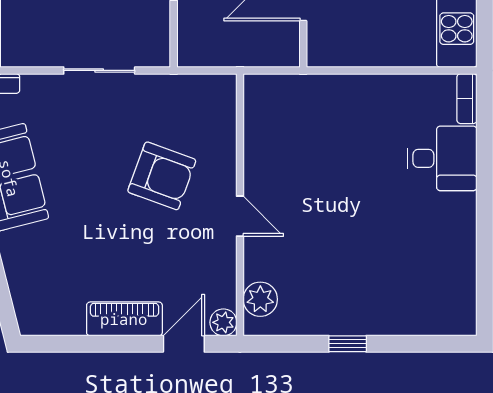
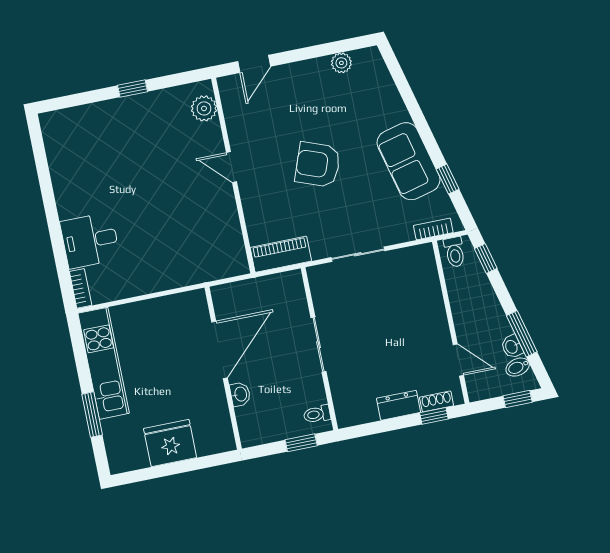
armchair: (162, 176) -> (318, 165), moved
piano: (124, 319) -> (281, 254), moved, turned 180
plant: (223, 322) -> (341, 63), moved

